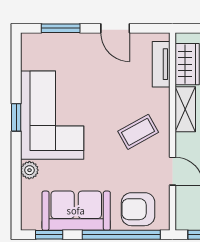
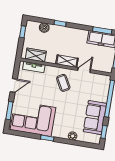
shelving: (185, 109) -> (67, 61), moved
corner sofa: (52, 115) -> (33, 119), moved
armchair: (138, 209) -> (99, 89), removed

